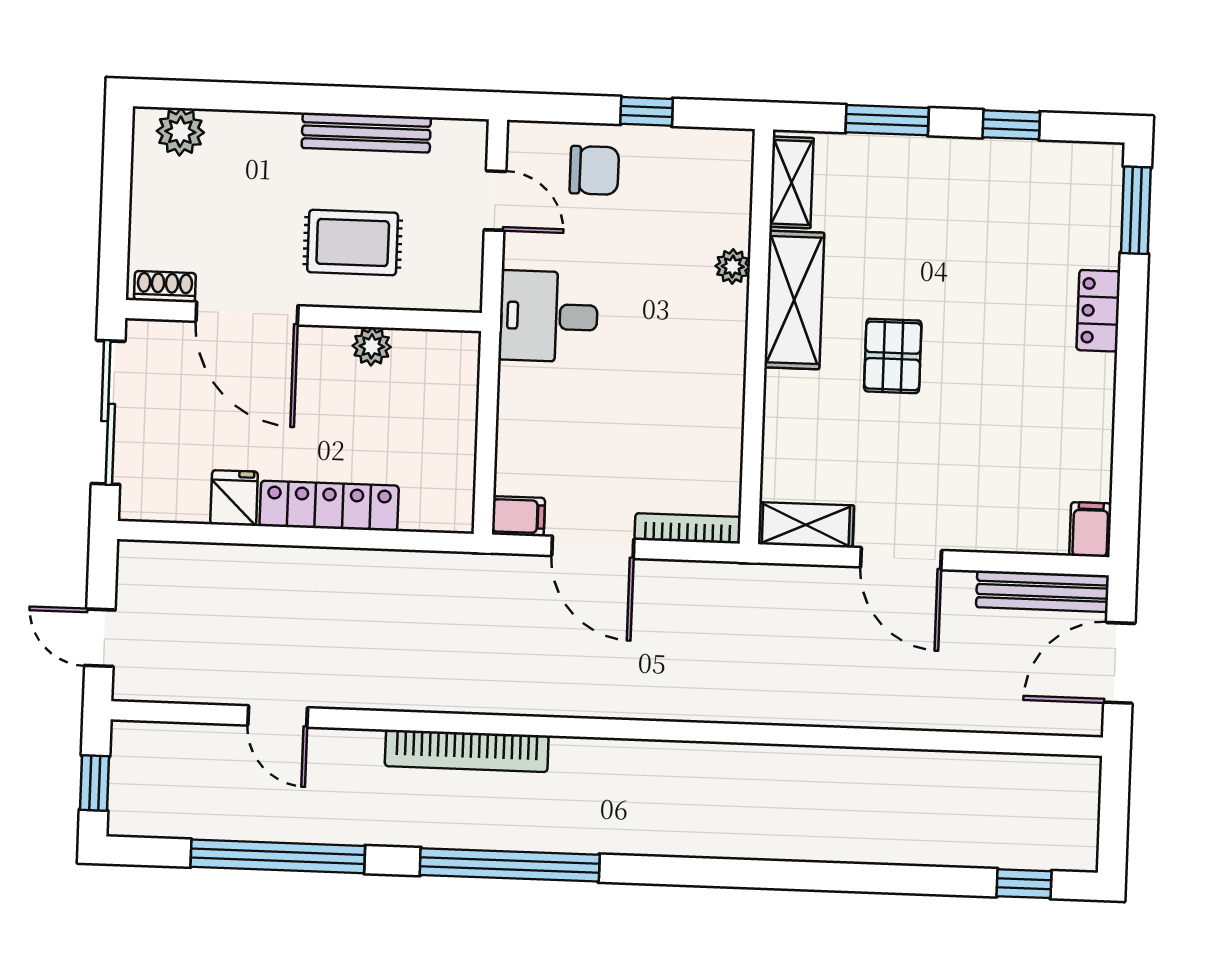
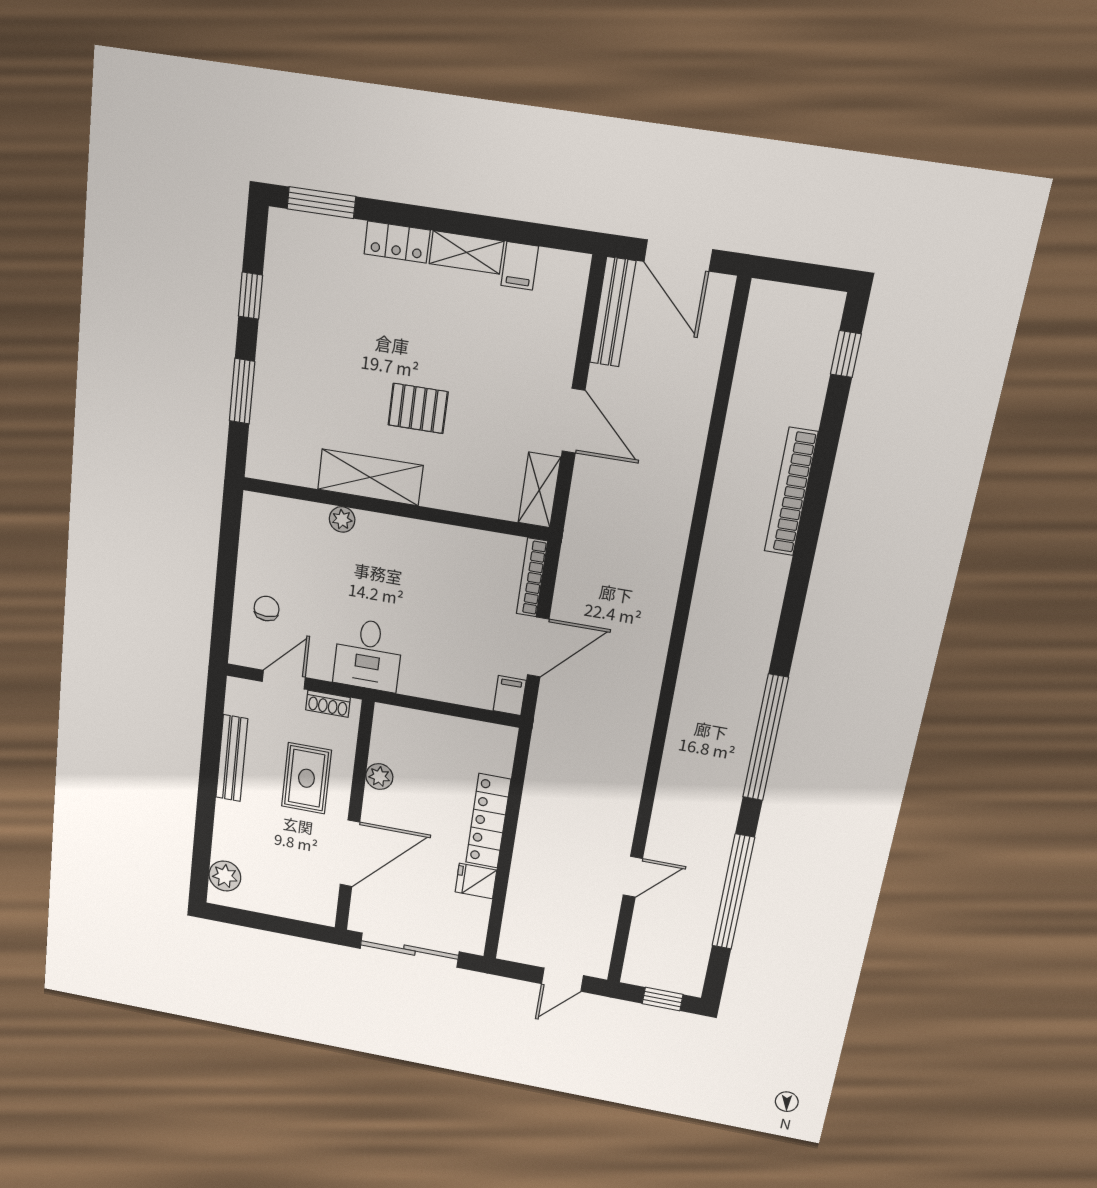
window: (647, 111) -> (227, 566), removed
chair: (594, 170) -> (267, 609), width x0.73, depth x0.73
shelving: (792, 182) -> (466, 252), moved
shoe rack: (165, 287) -> (328, 704), moved, turned -90
filing cabinet: (1090, 530) -> (520, 266), moved, turned -90
door: (901, 559) -> (574, 421), hinge flipped
bookcase: (467, 751) -> (791, 492), moved, turned 180

